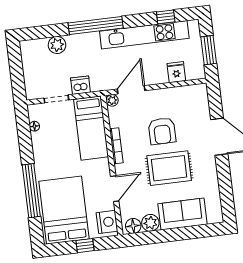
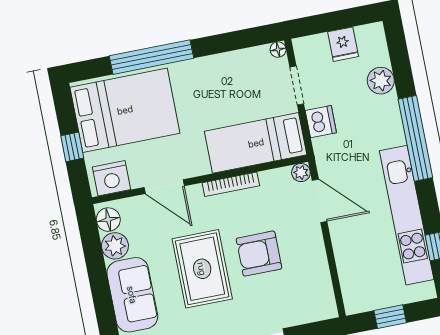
window: (209, 50) -> (390, 317), width x0.67
fridge: (176, 72) -> (343, 44), moved, turned 90
floor lamp: (34, 126) -> (278, 50), moved

